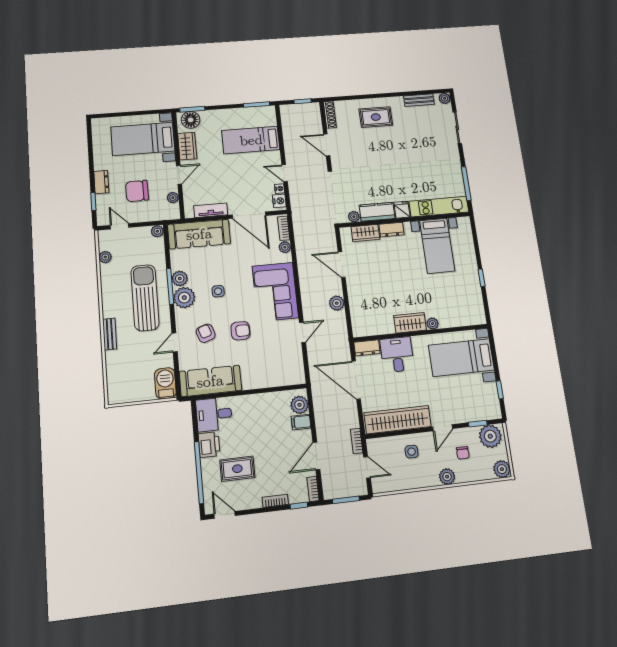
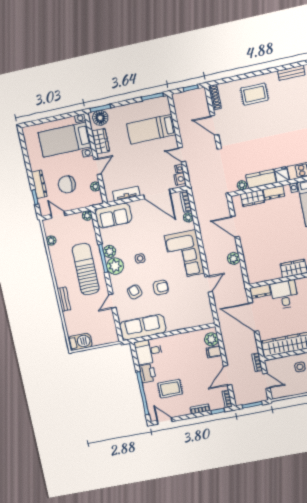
dresser: (101, 182) -> (39, 184), width x1.44
sofa: (199, 234) -> (113, 216), width x0.73
barbecue: (165, 383) -> (80, 342), moved, turned 90

